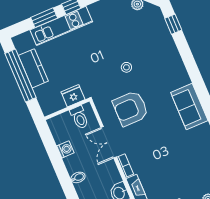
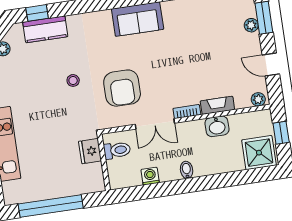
kitchen counter: (33, 68) -> (45, 29), moved, turned 180

